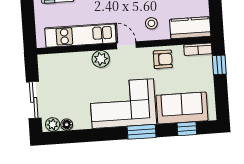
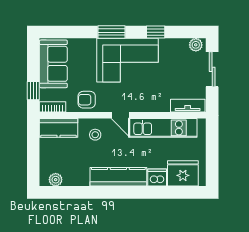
plant: (101, 59) -> (146, 104), removed
tv unit: (57, 60) -> (188, 106), added
sofa: (182, 108) -> (53, 64), moved, turned -90
floor lamp: (67, 125) -> (182, 44), removed
window: (187, 129) -> (156, 32), moved

